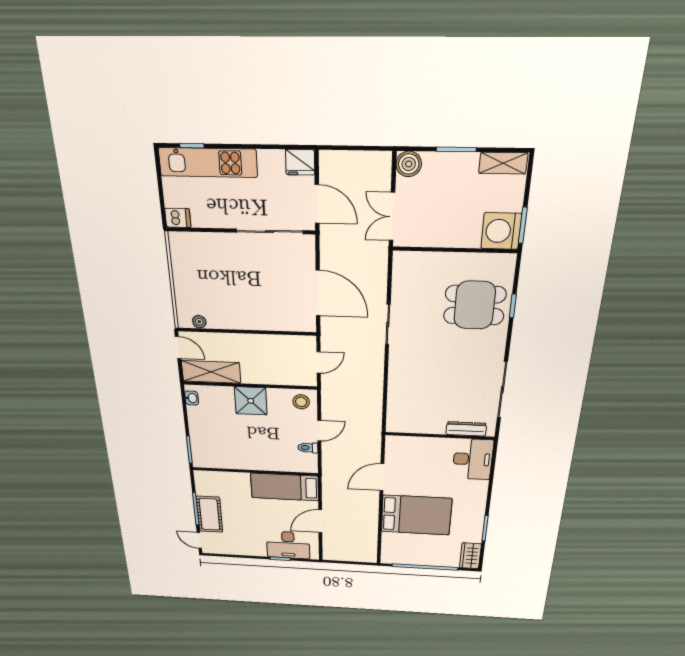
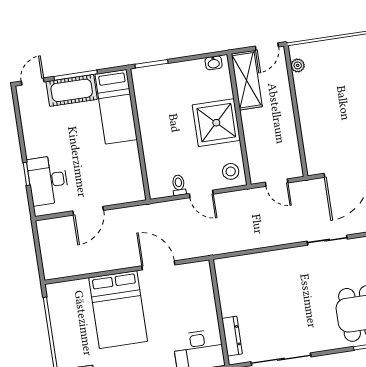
shower: (251, 401) -> (216, 123), width x1.37, depth x1.37
bed: (285, 487) -> (116, 107), moved, turned 180
door: (320, 521) -> (88, 211), swing flipped

